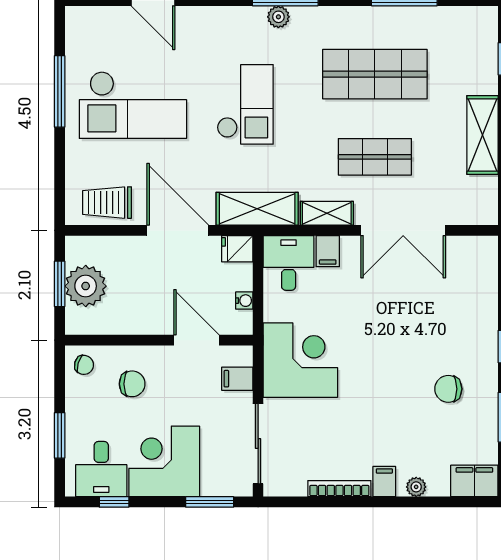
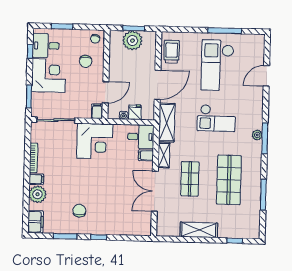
fridge: (237, 249) -> (135, 112), moved
filing cabinet: (237, 379) -> (97, 111), moved
plant: (416, 487) -> (37, 194), width x1.88, depth x1.88

